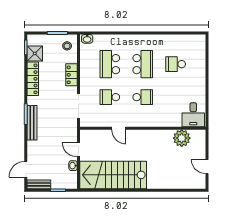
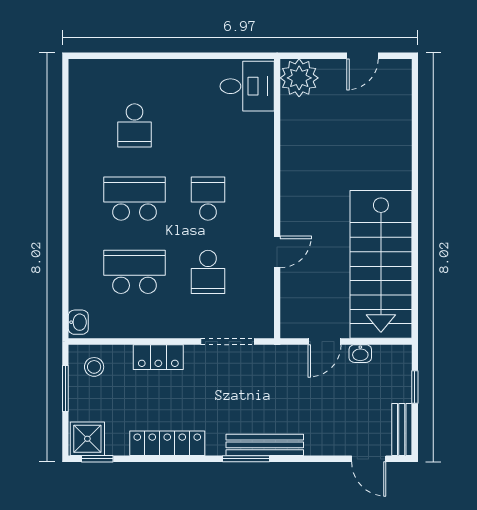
shower: (35, 53) -> (87, 439), moved
school desk: (110, 64) -> (134, 272), turned 180
plant: (182, 138) -> (299, 78), moved

